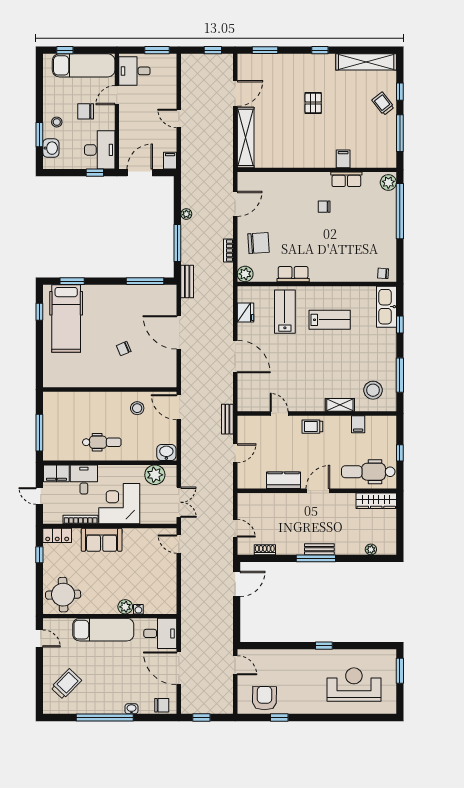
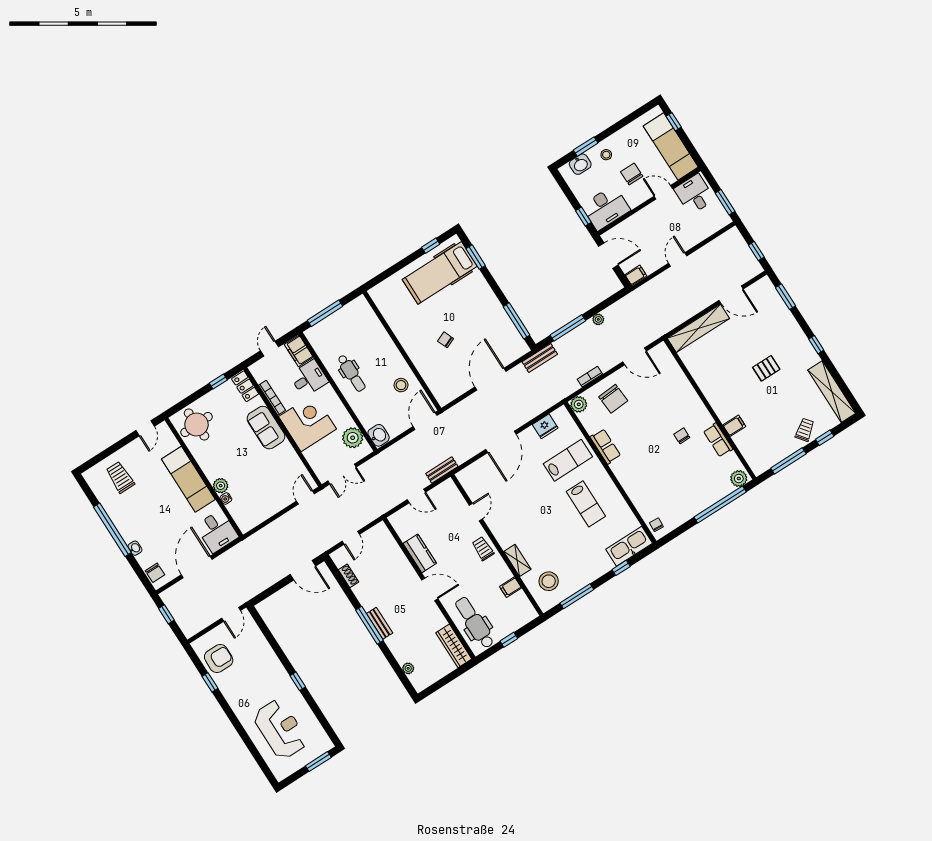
trolley: (66, 684) -> (120, 477), turned -134

